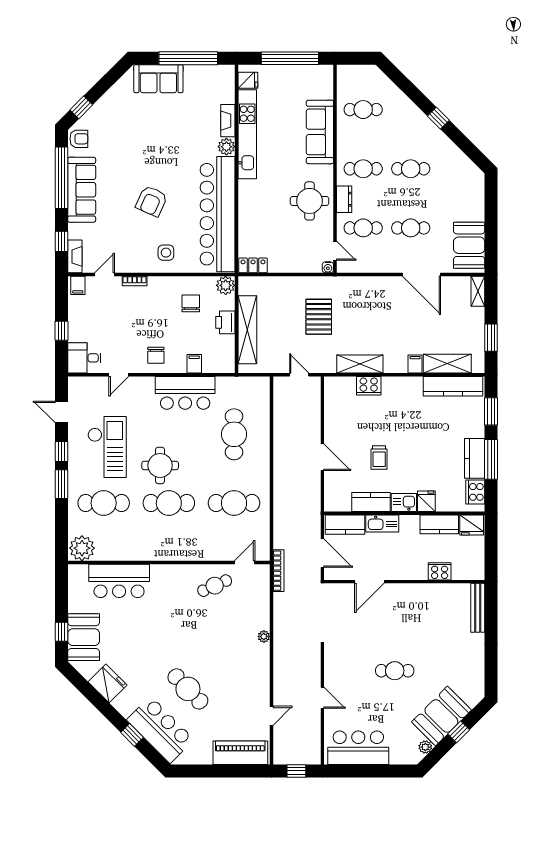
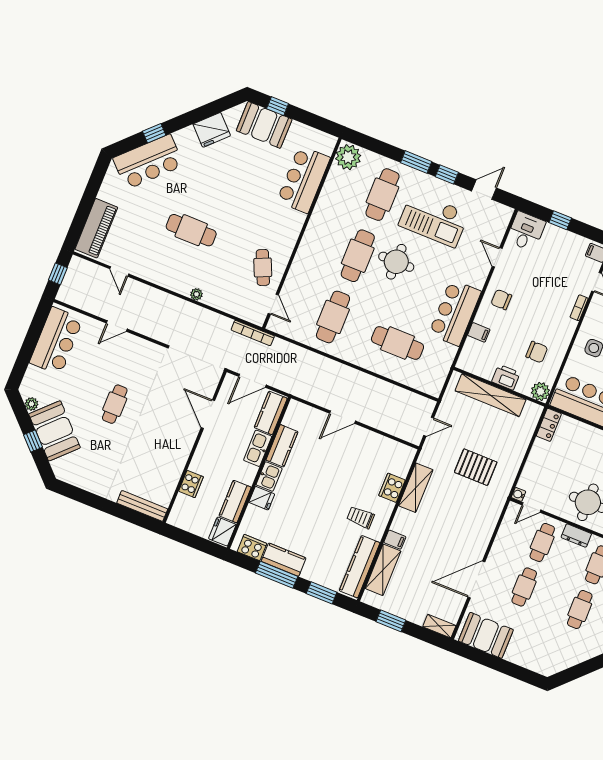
trolley: (379, 458) -> (360, 517), moved
cafe table: (188, 689) -> (191, 230), moved, turned 44

